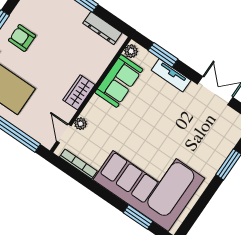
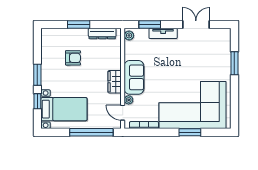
armchair: (22, 38) -> (73, 58), moved, turned 180
sofa: (119, 81) -> (134, 77), moved
window: (138, 217) -> (190, 132), moved

